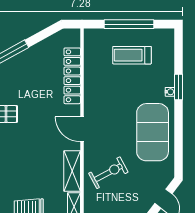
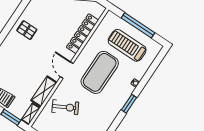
treadmill: (132, 55) -> (127, 45), width x1.37, depth x1.38
window: (178, 87) -> (129, 104), moved
exercise mat: (153, 132) -> (100, 72), moved

